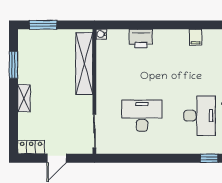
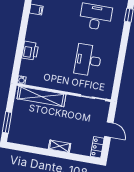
window: (13, 65) -> (33, 150), removed

